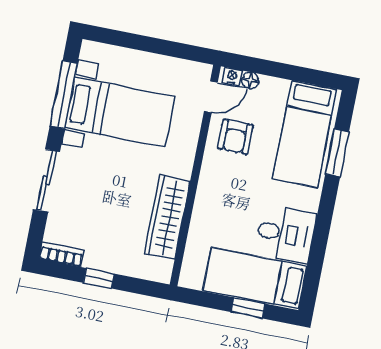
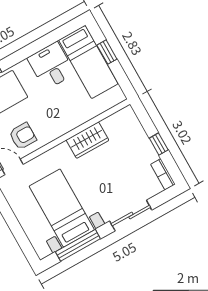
wardrobe: (167, 217) -> (87, 140), width x0.67

